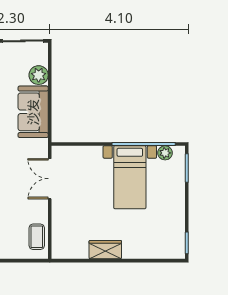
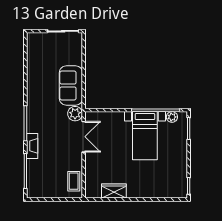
plant: (39, 75) -> (75, 114), moved
double door: (50, 179) -> (84, 137), swing flipped
wardrobe: (105, 250) -> (114, 191), moved

